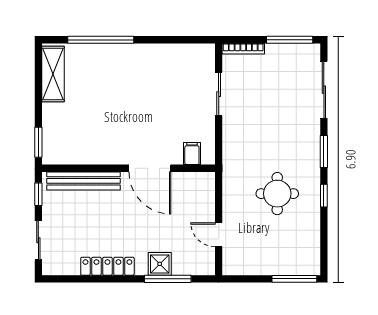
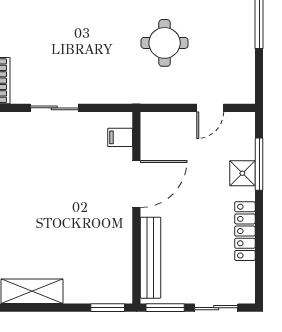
window: (38, 194) -> (165, 308), width x1.50

